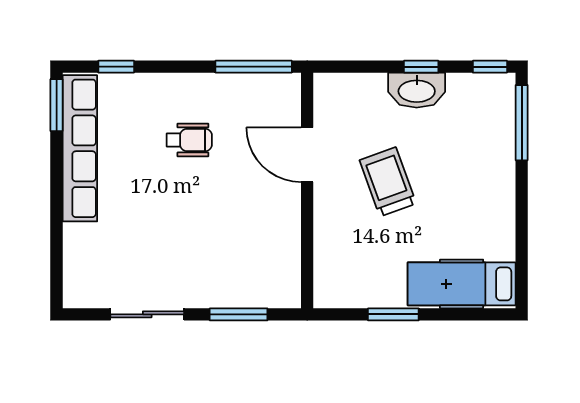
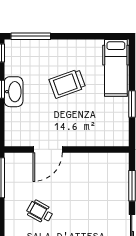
wheelchair: (189, 140) -> (40, 212), turned -61
trolley: (388, 182) -> (67, 84), moved

